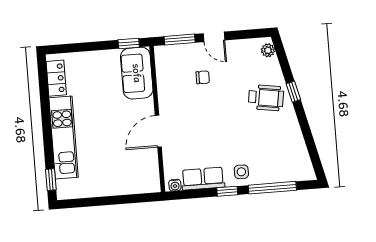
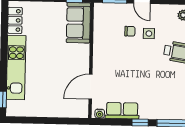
door: (158, 131) -> (90, 87), moved
side table: (241, 172) -> (149, 34), moved

